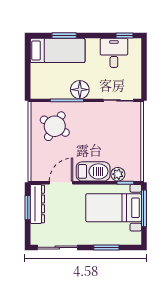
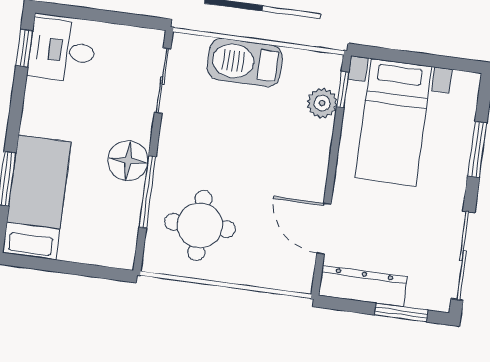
desk: (114, 53) -> (62, 51), moved
round table: (55, 126) -> (200, 225), turned -31
barbecue: (93, 171) -> (245, 62), moved, turned -90
window: (28, 208) -> (401, 313), moved
window: (144, 208) -> (404, 57), removed

